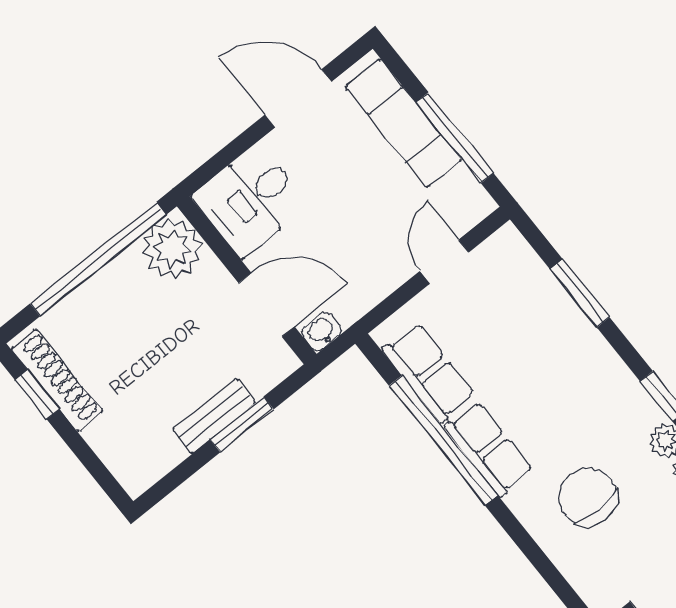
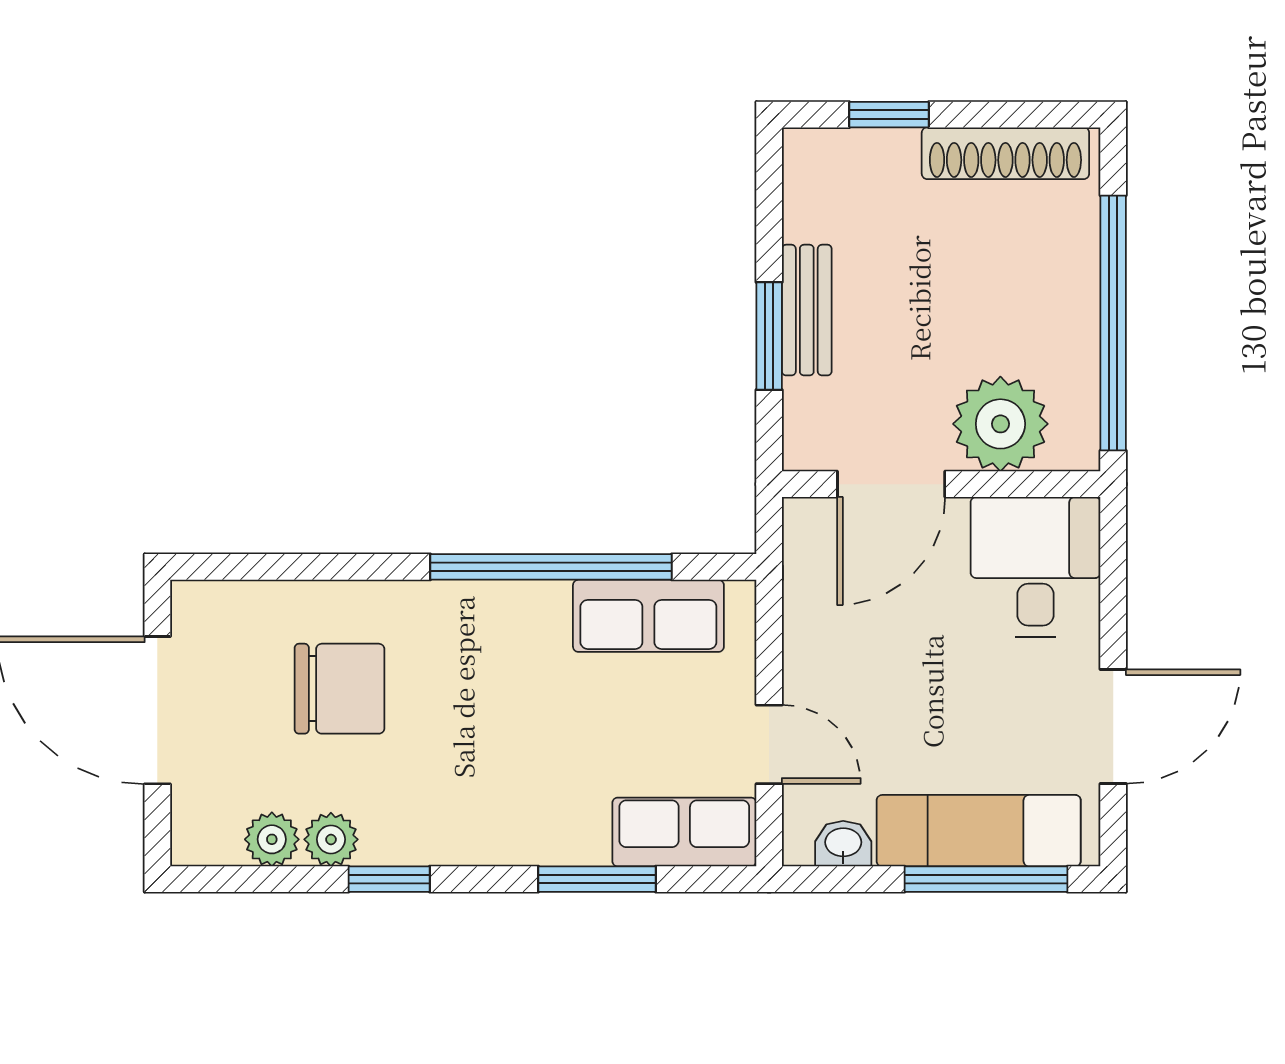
window: (455, 138) -> (986, 879), moved
plant: (172, 249) -> (1000, 424), moved
washbasin: (321, 331) -> (843, 844), moved, turned -90
window: (37, 394) -> (889, 115), moved
row of seats: (489, 449) -> (684, 832), moved, turned 180

